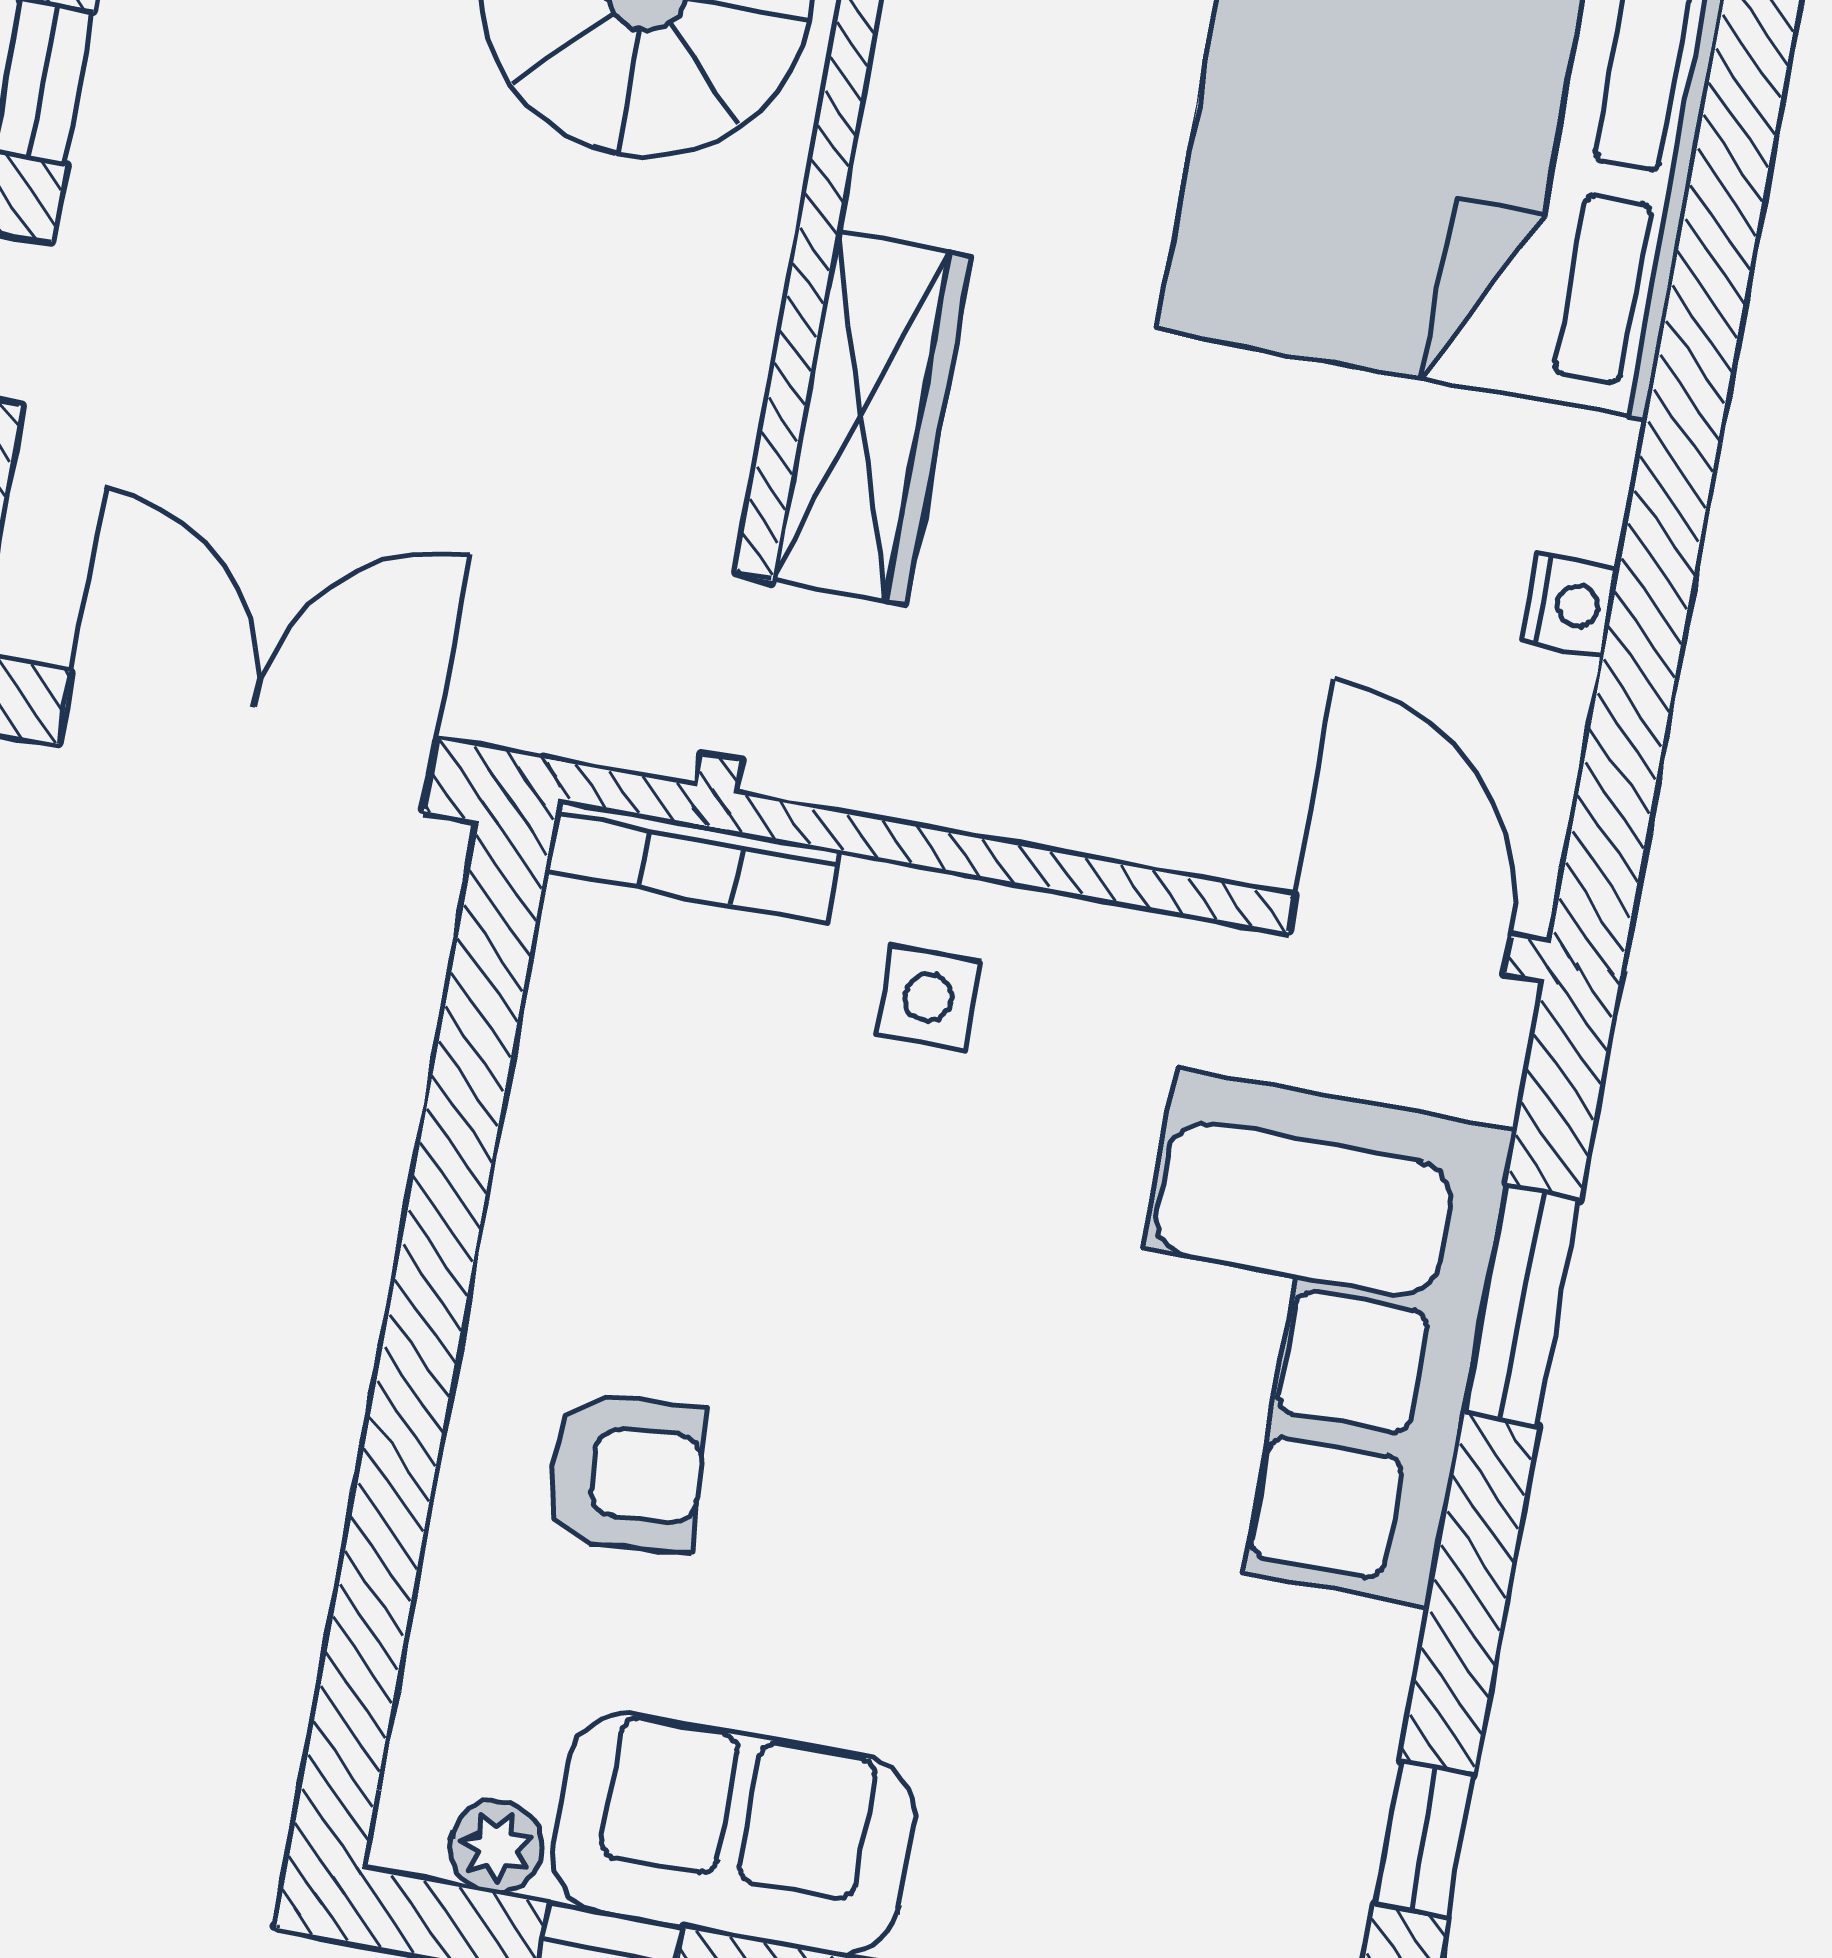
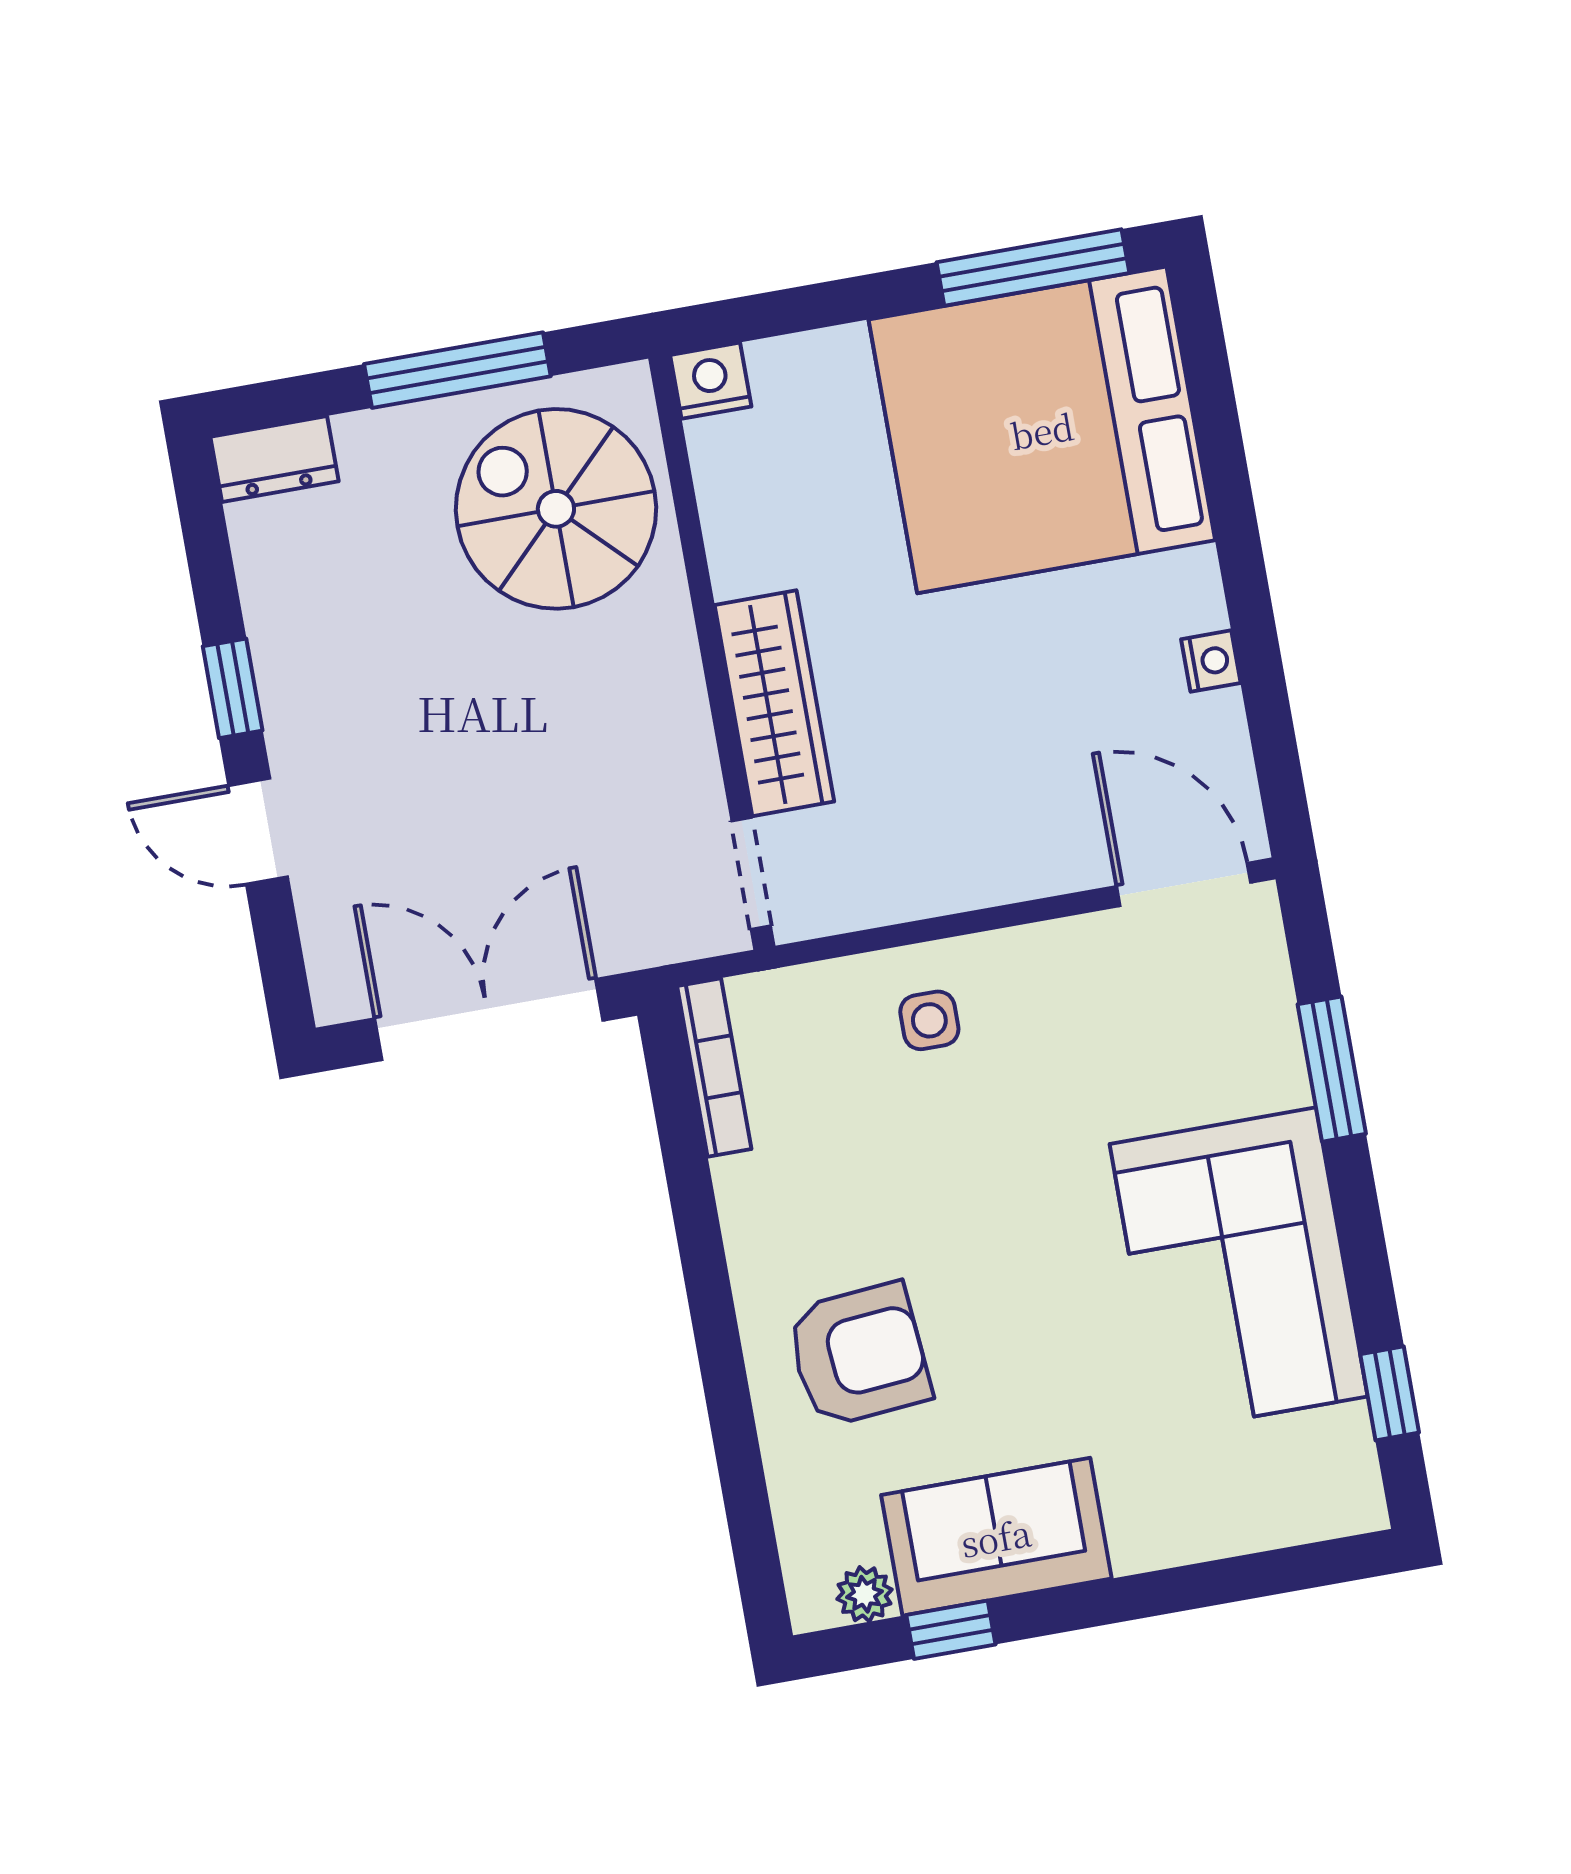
bookcase: (693, 860) -> (714, 1068), moved, turned -90
corner sofa: (1303, 1337) -> (1239, 1270), moved
armchair: (626, 1474) -> (859, 1355), width x1.38, depth x1.38

